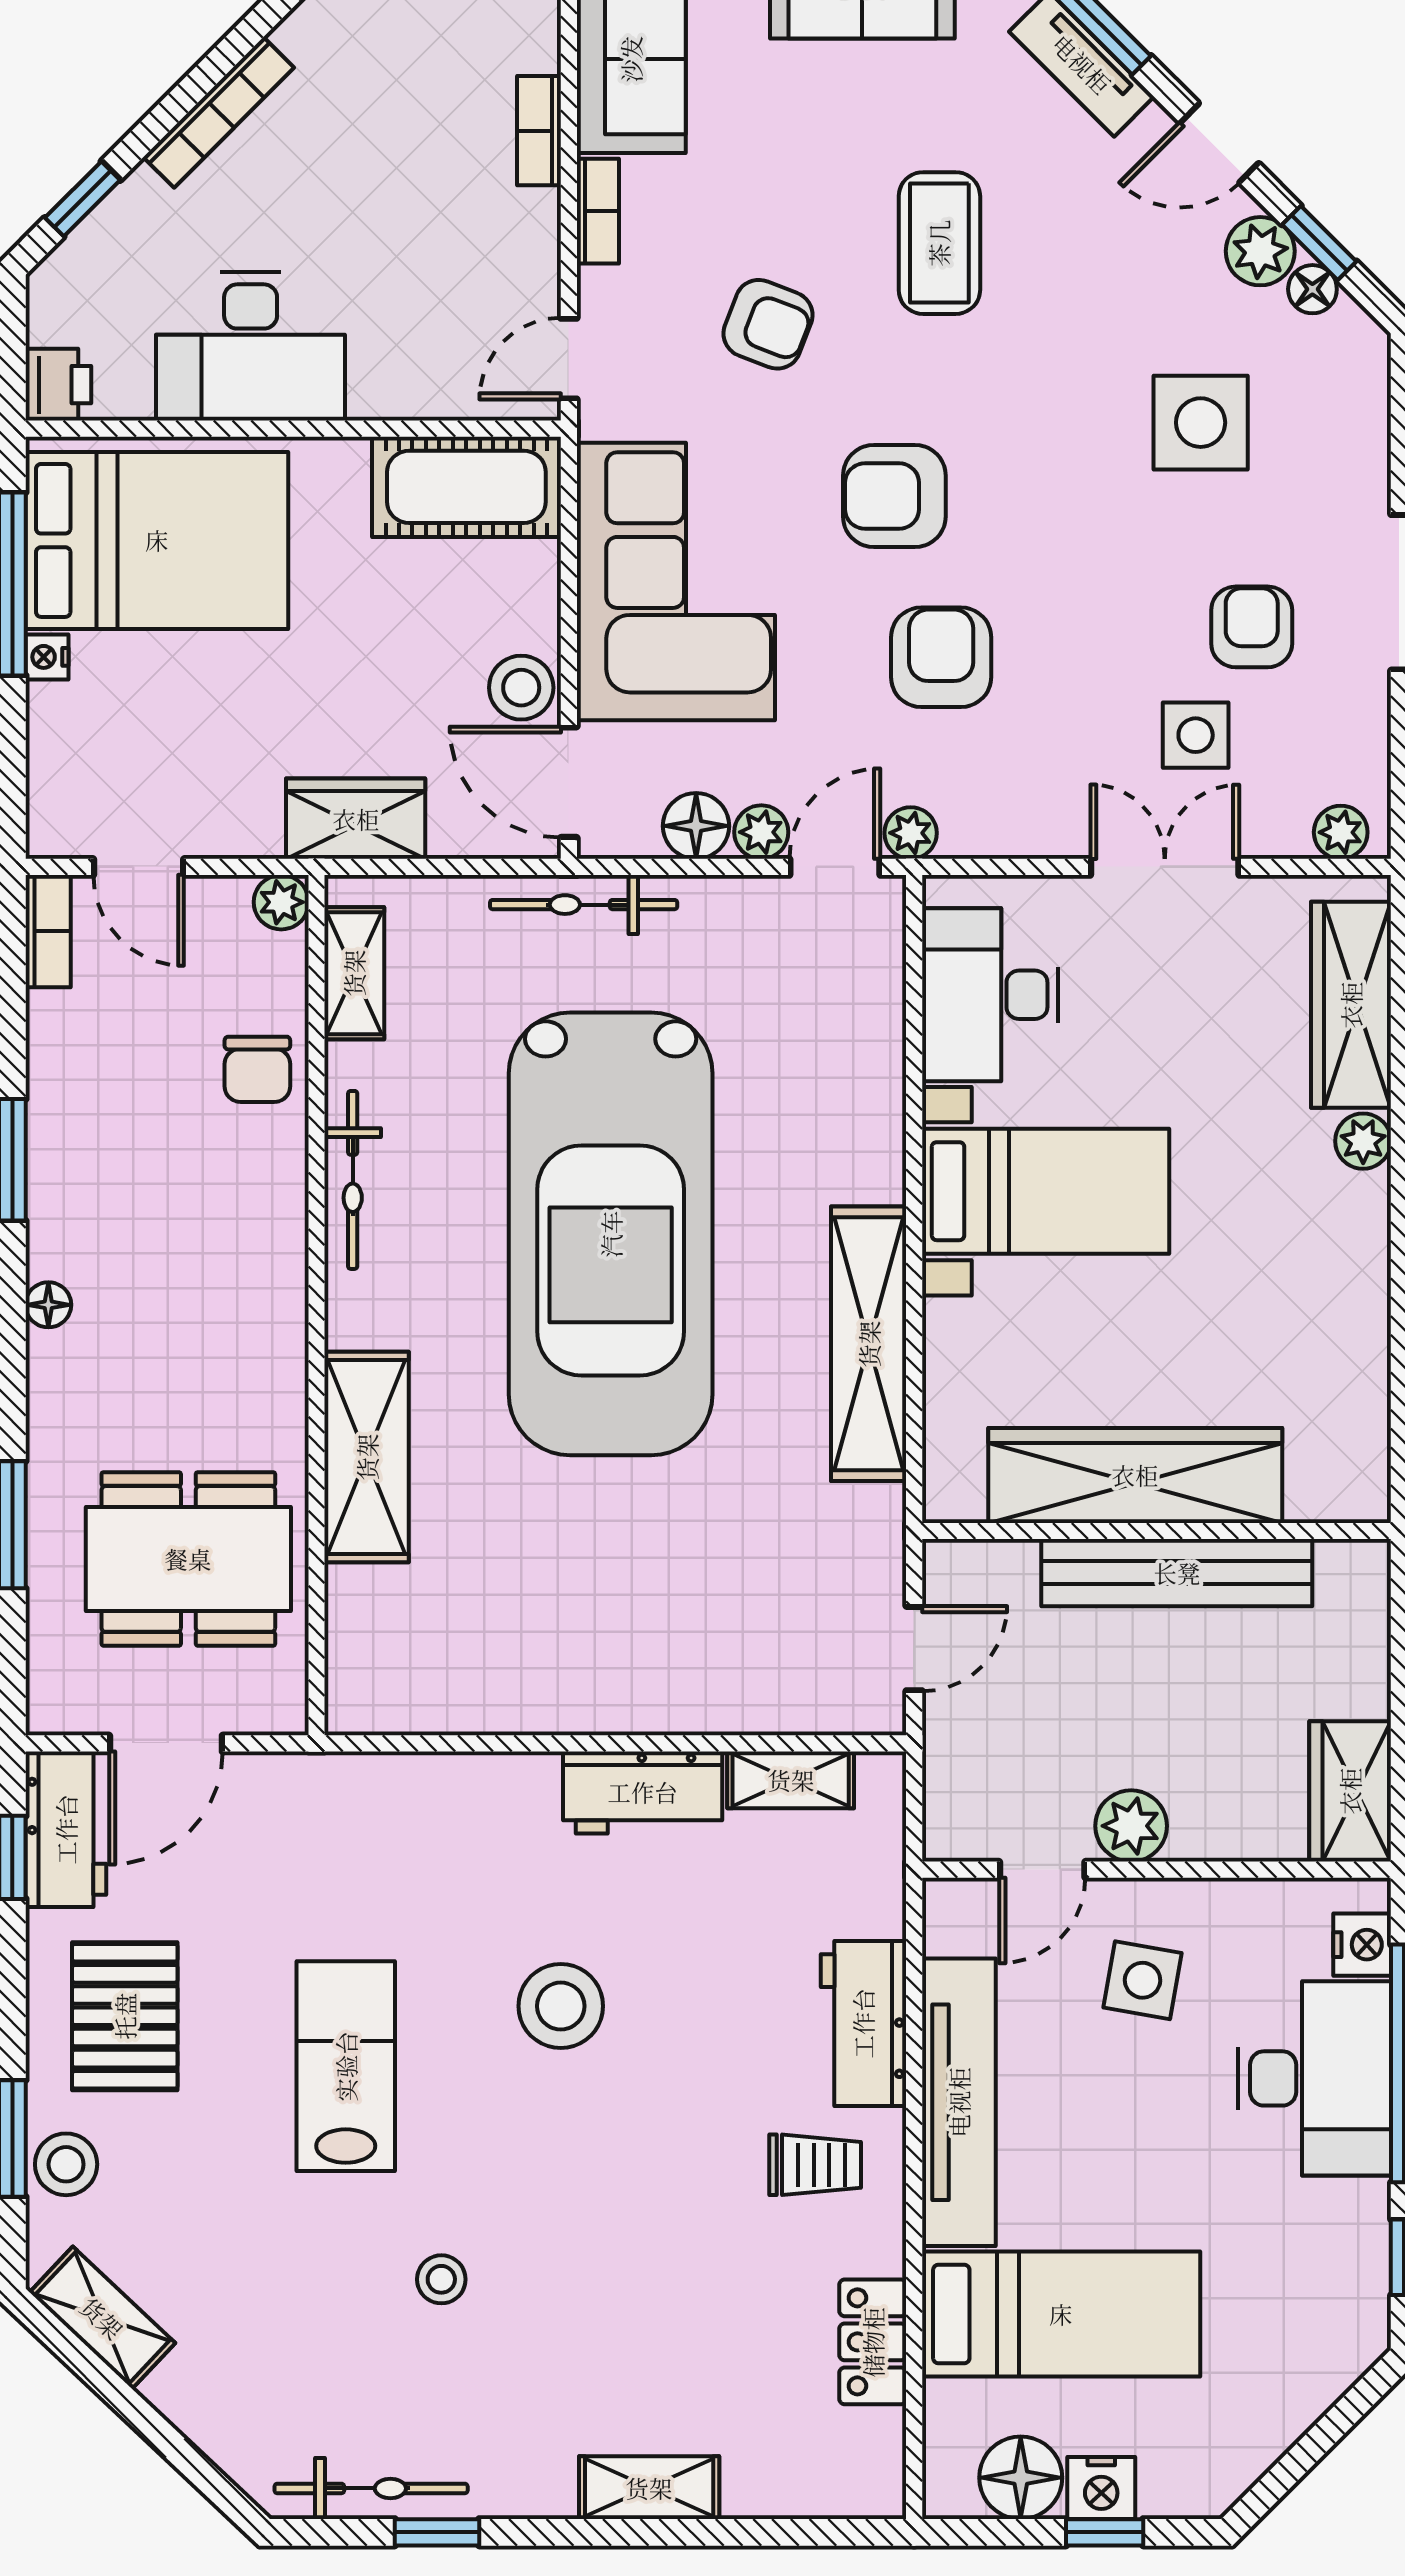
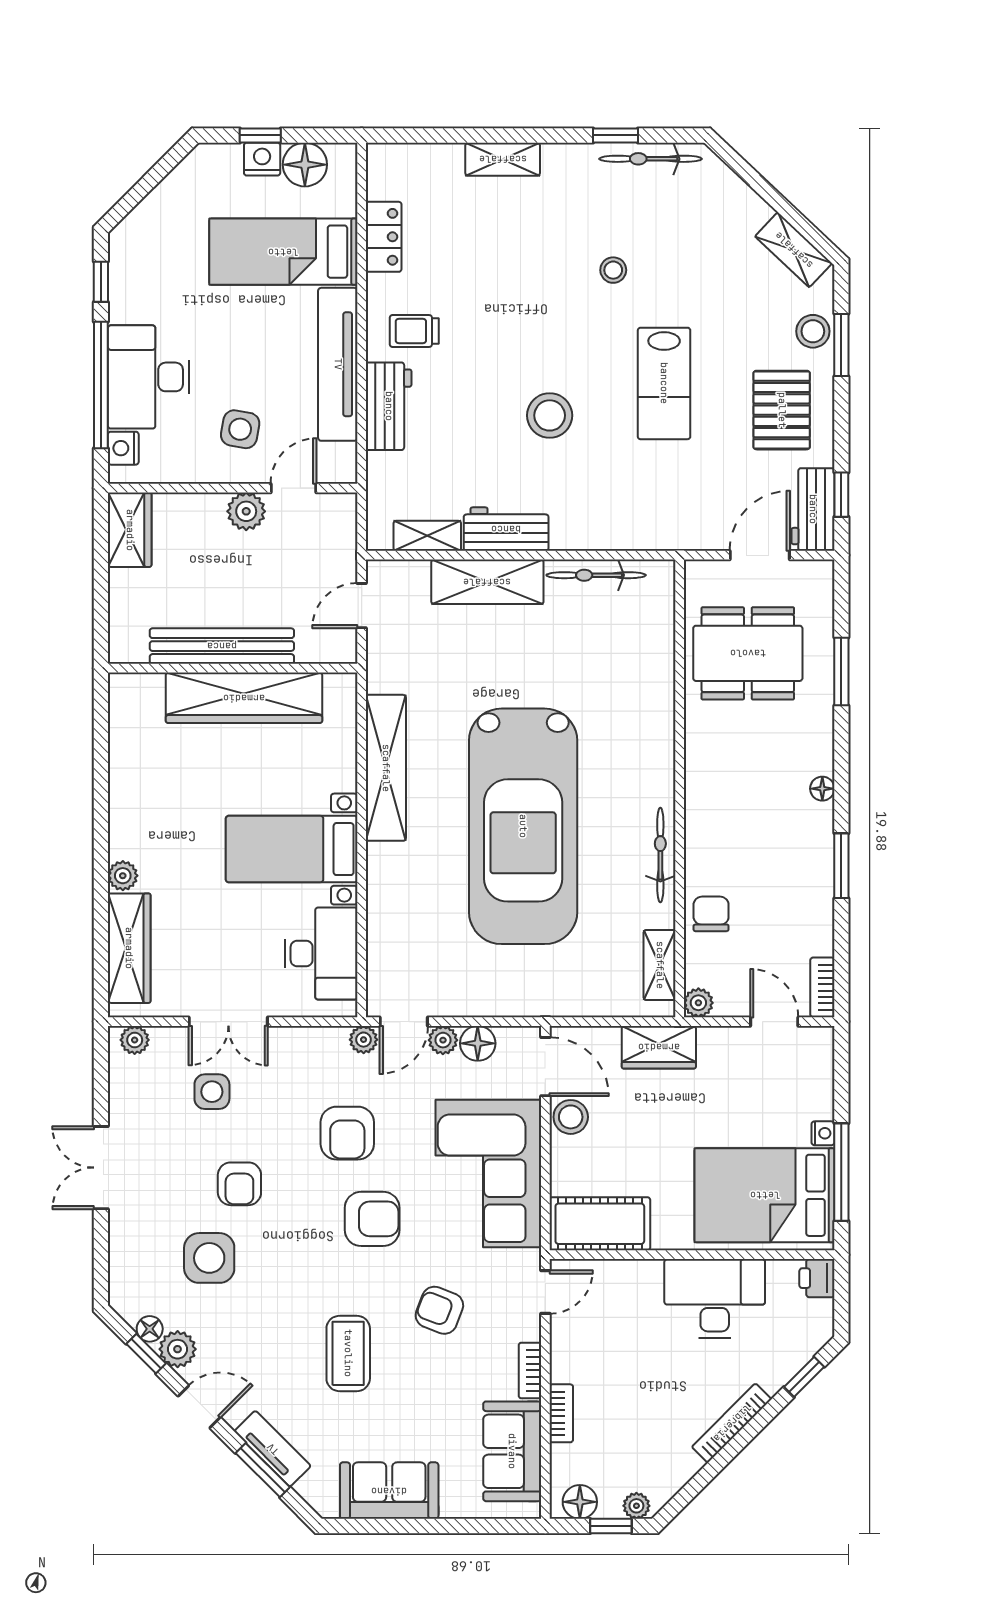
armchair: (1252, 627) -> (239, 1184), moved
bicycle: (584, 905) -> (596, 575), moved, turned 180
car: (611, 1234) -> (523, 826), turned 180
shelving: (367, 1457) -> (487, 582), moved, turned 90

